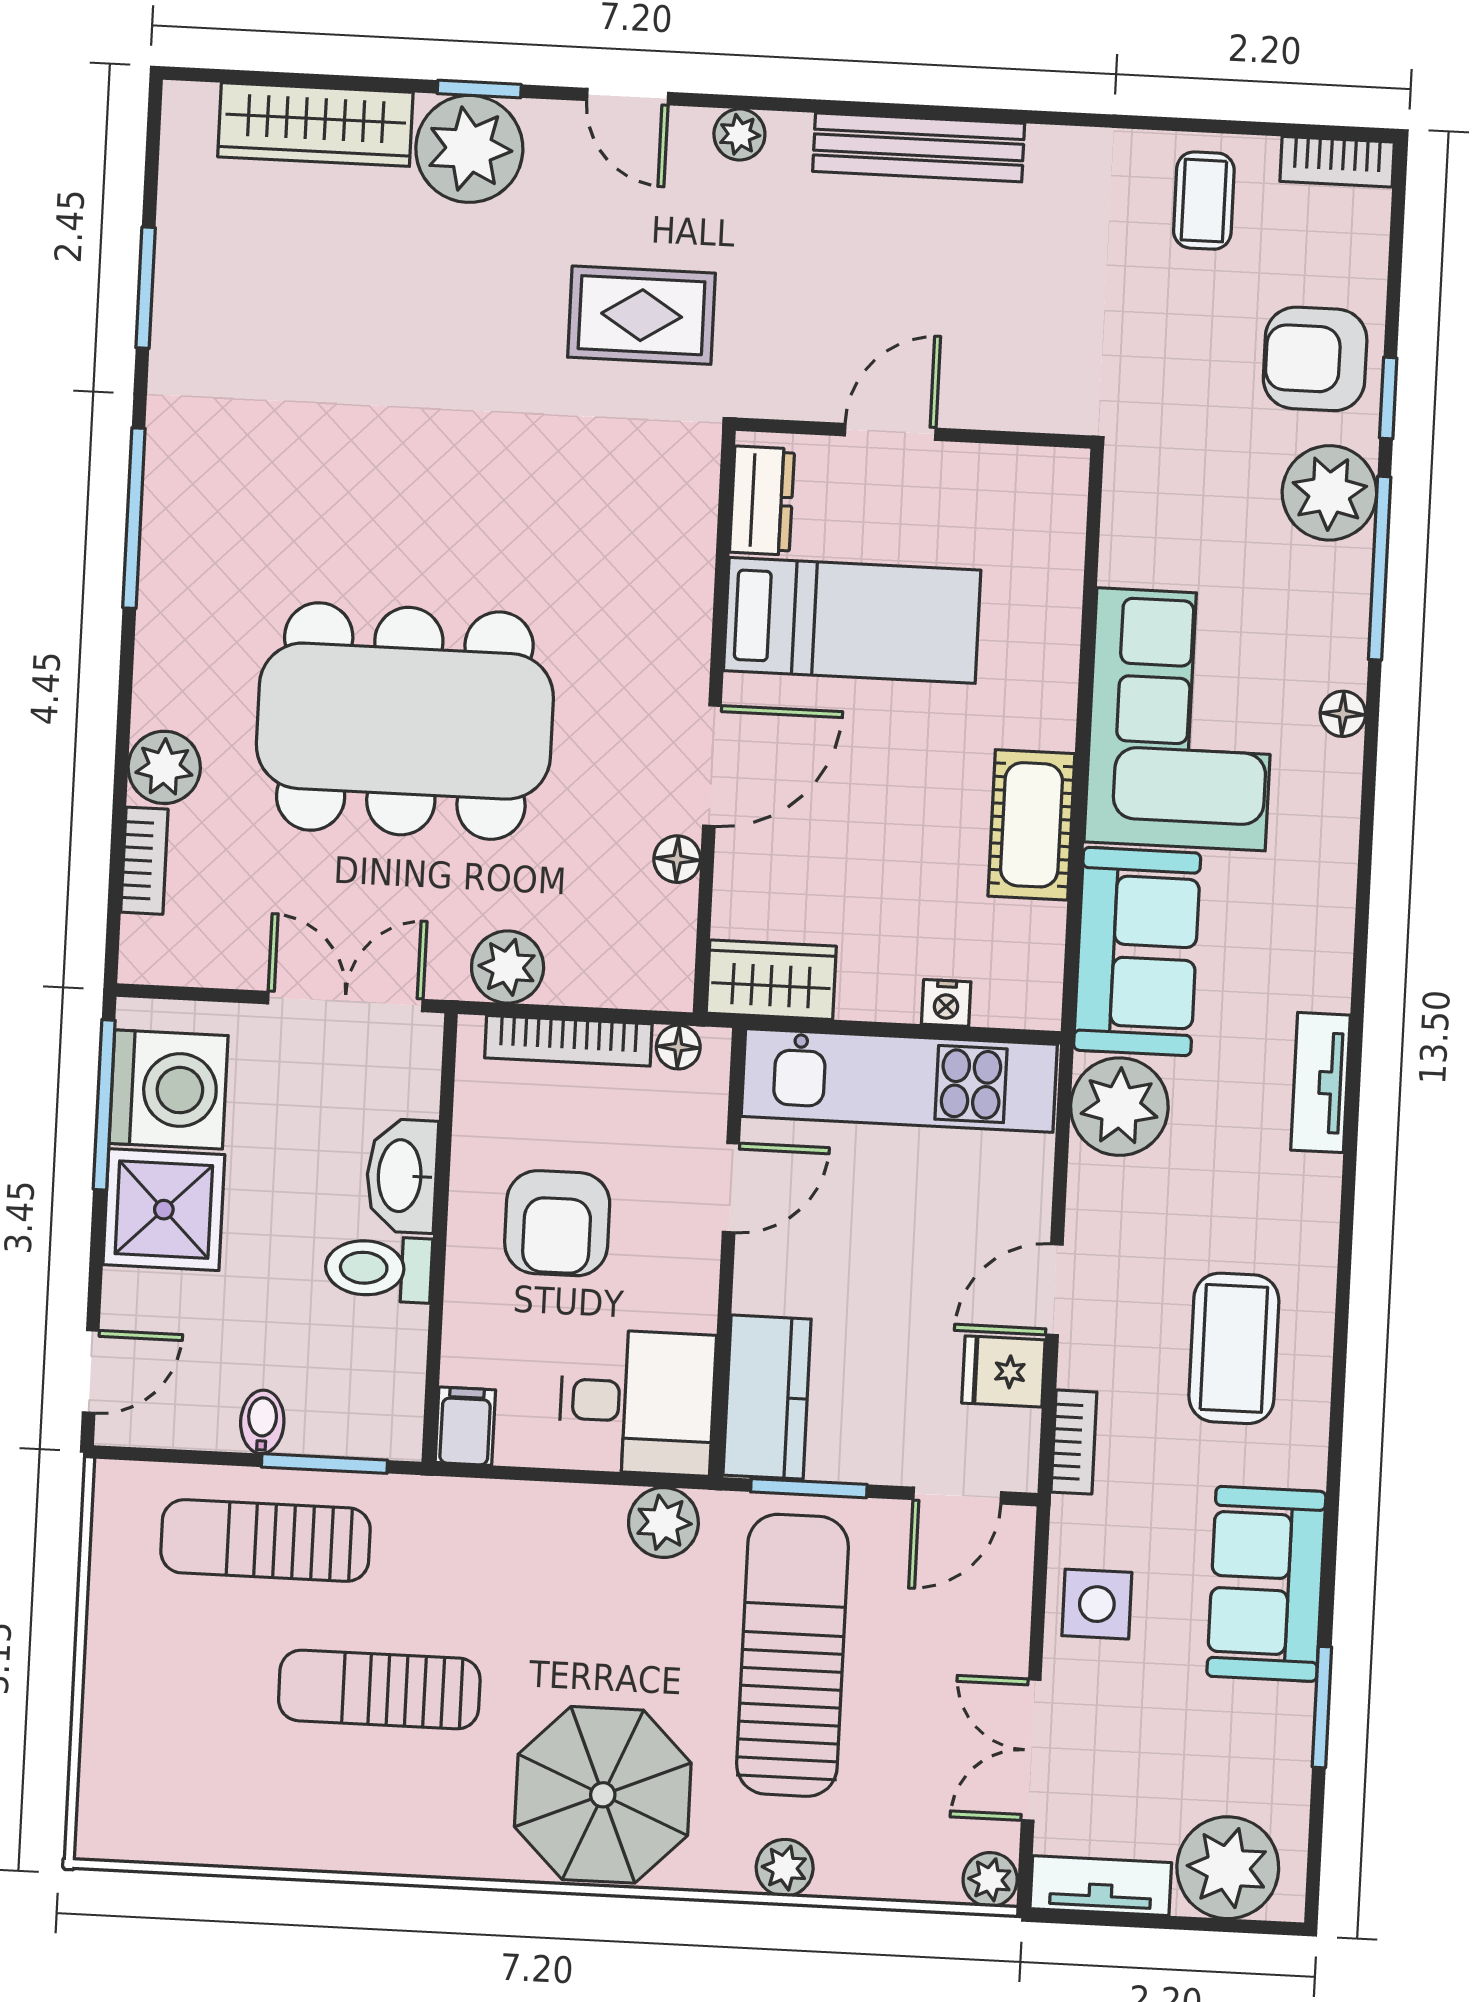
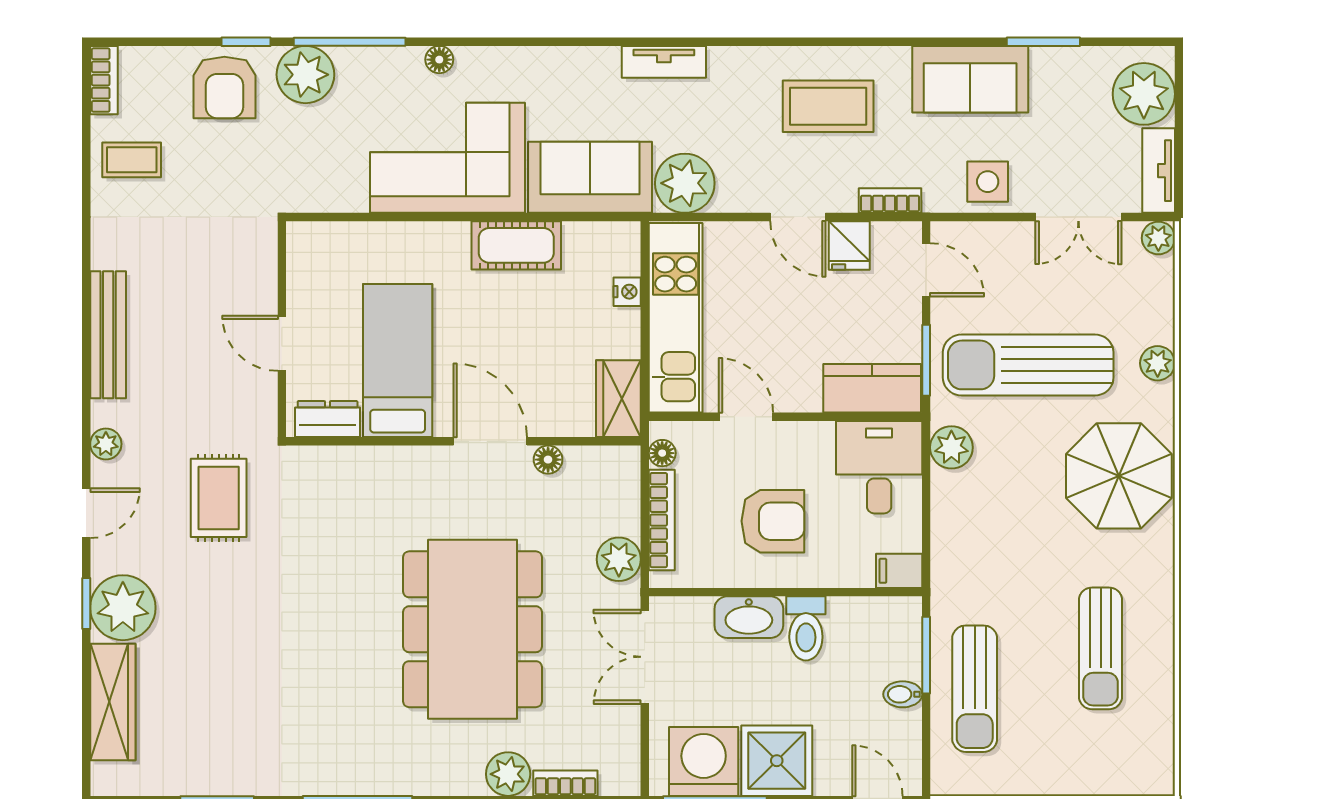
sun lounger: (379, 1690) -> (1101, 648), moved

